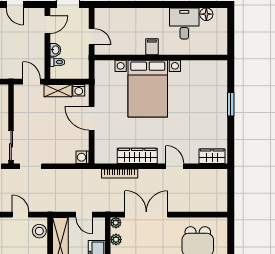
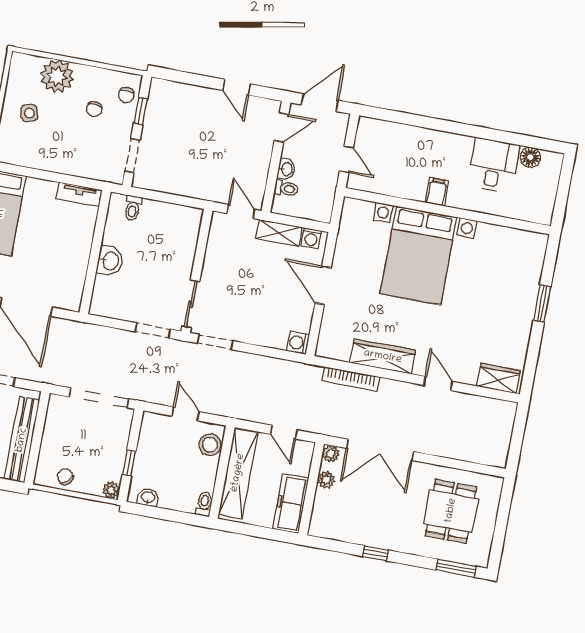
double door: (146, 215) -> (380, 450), swing flipped

